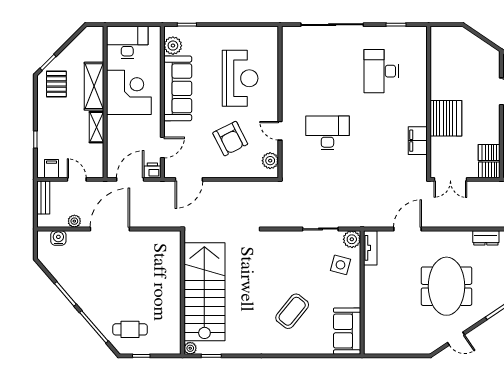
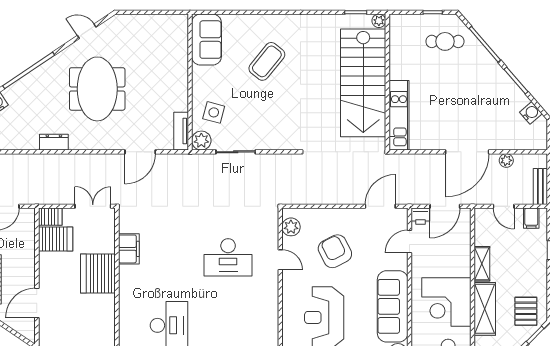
server rack: (489, 153) -> (56, 239), width x1.36, depth x1.44
water cooler: (58, 238) -> (531, 113), moved, turned -131
kitchen unit: (172, 262) -> (399, 115), added

